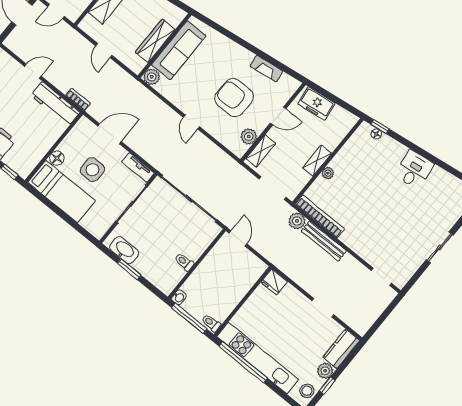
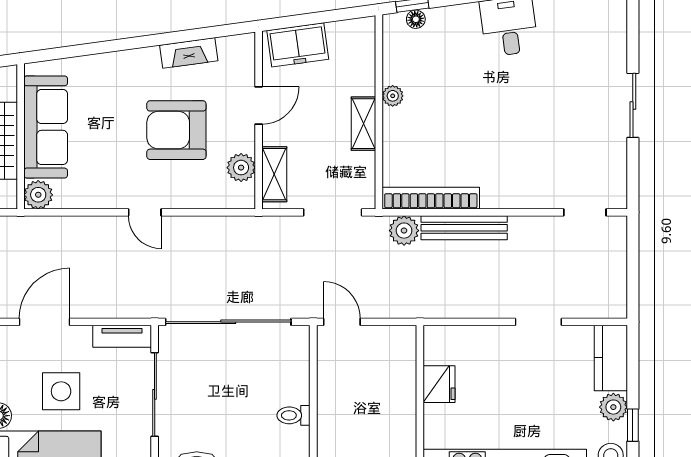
plant: (328, 173) -> (393, 96), moved
fridge: (274, 282) -> (439, 384), moved, turned -90

